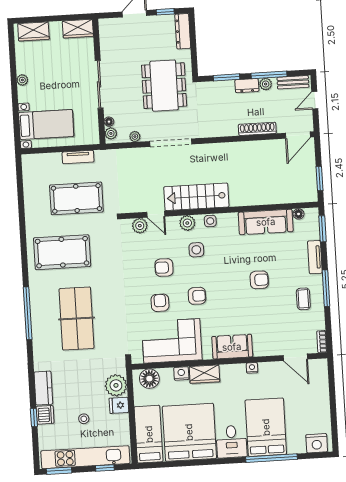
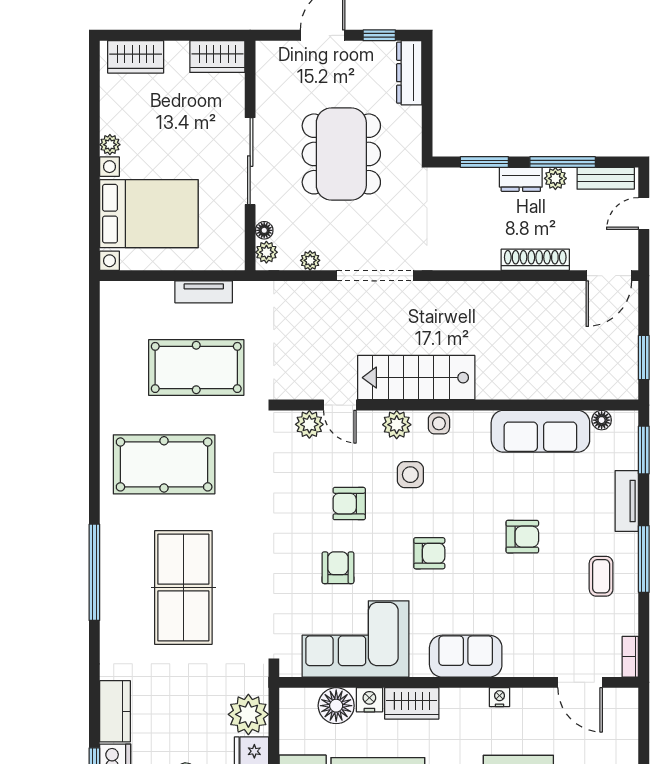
dining table: (164, 86) -> (341, 154), moved
bed with nightstands: (46, 124) -> (149, 214), width x1.36
armchair: (197, 296) -> (429, 553), moved
floor lamp: (149, 379) -> (336, 706), moved

